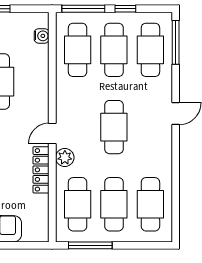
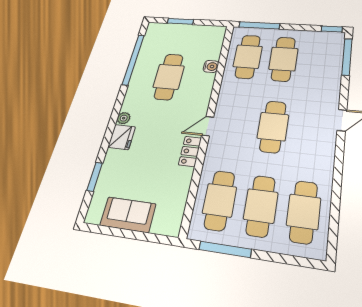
window: (125, 9) -> (332, 29), moved
water cooler: (42, 36) -> (211, 66), moved
cafe table: (150, 50) -> (320, 61), removed
plant: (65, 157) -> (216, 150), removed
locker: (41, 170) -> (190, 151), width x0.66

